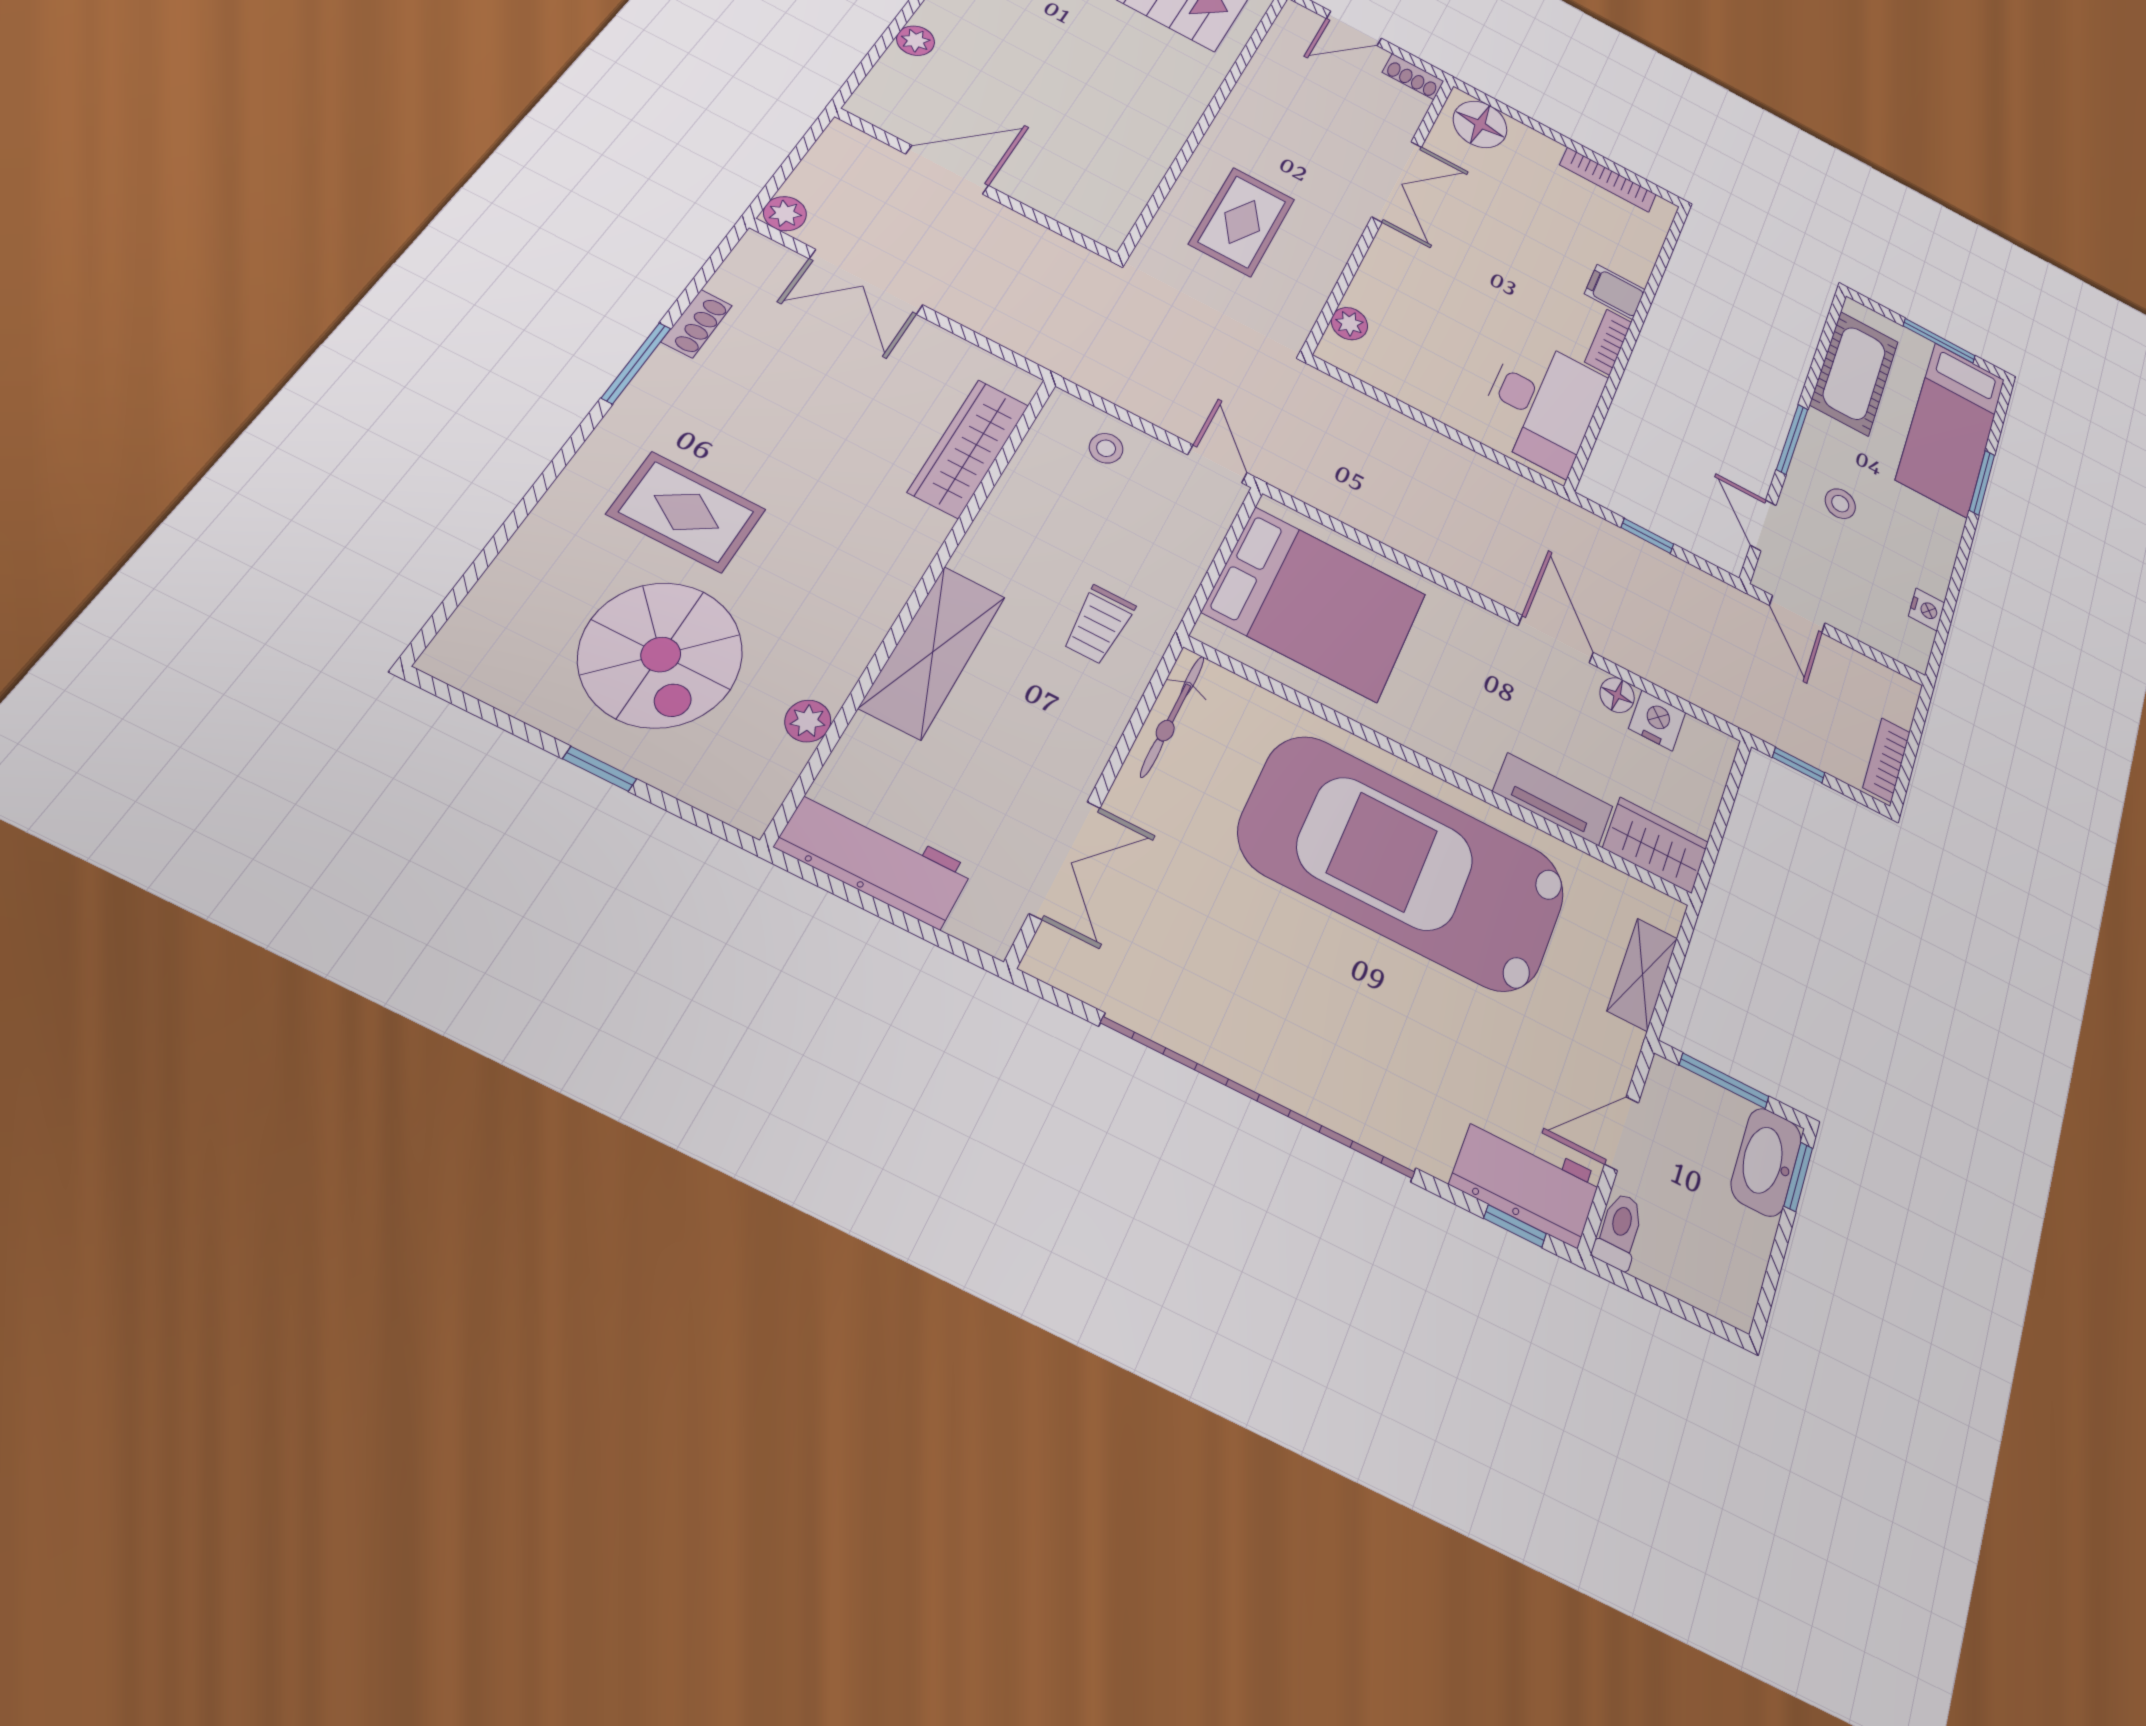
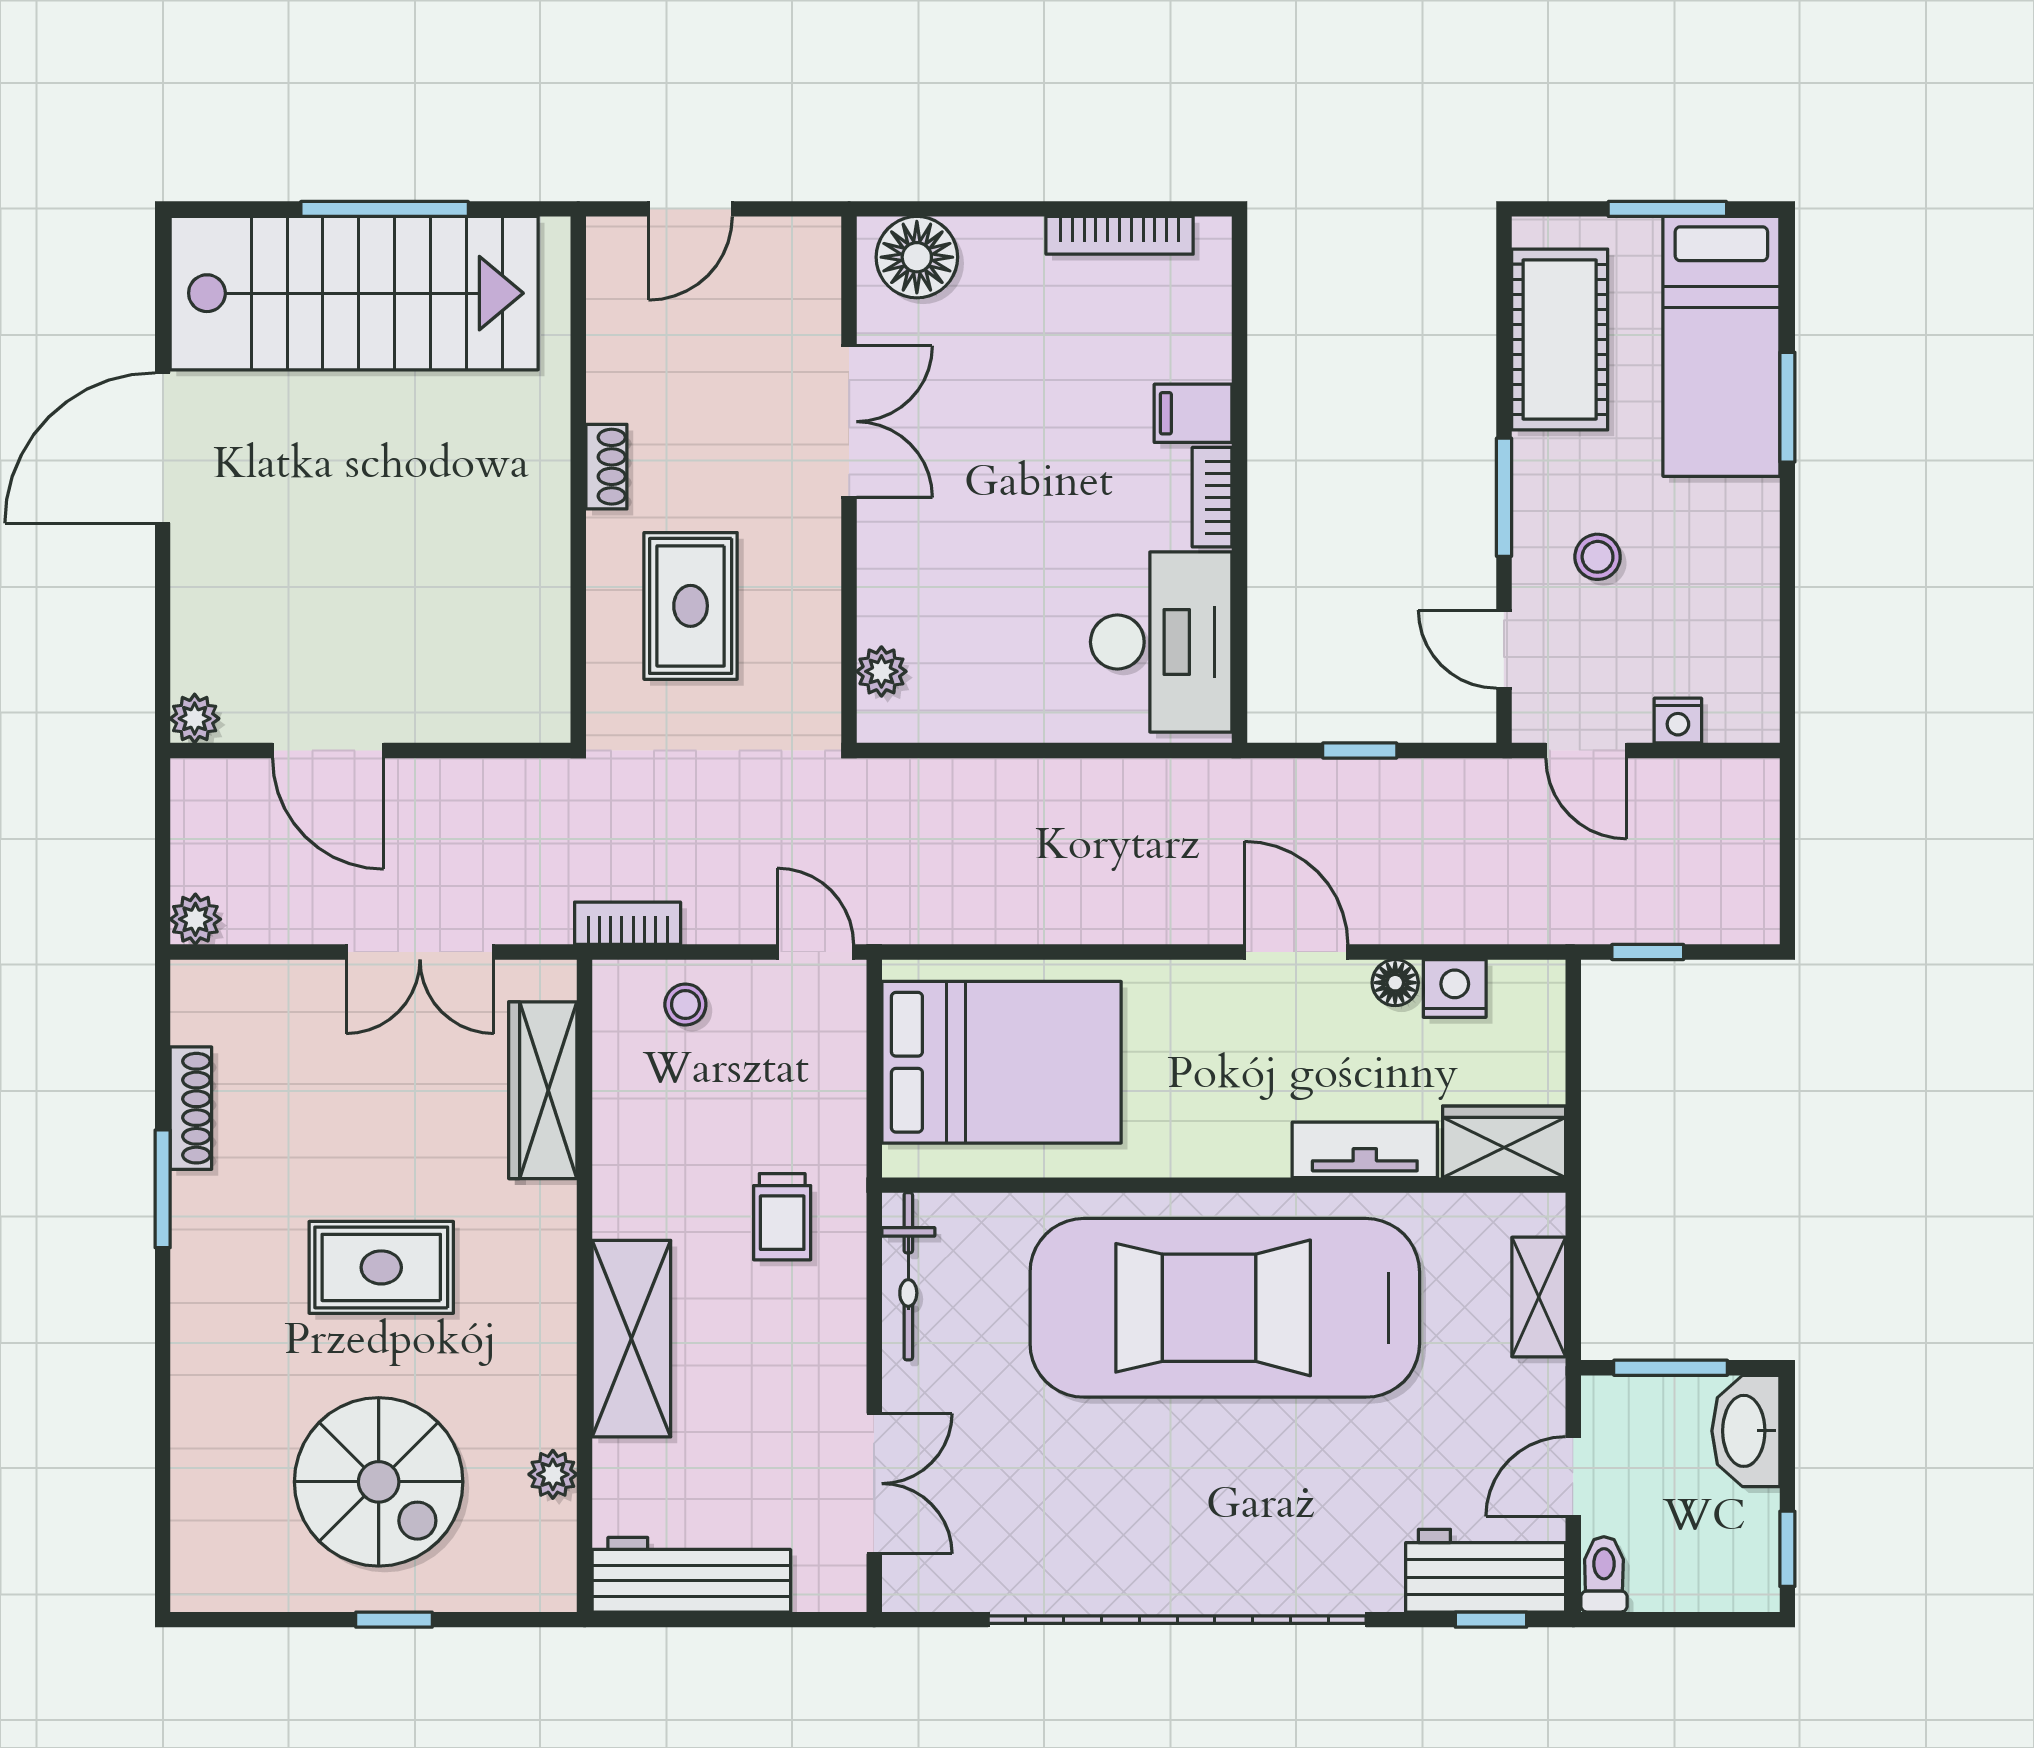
plant: (916, 41) -> (195, 719), moved
shoe rack: (1413, 77) -> (606, 467), moved, turned -90
door: (947, 170) -> (328, 751), swing flipped
double door: (866, 282) -> (420, 952), moved
shoe rack: (697, 324) -> (191, 1108), width x1.43
rug: (686, 512) -> (381, 1267), moved
nightstand: (1927, 610) -> (1678, 721), moved, turned 90
bookcase: (1887, 760) -> (628, 923), moved, turned 90
window: (1798, 1177) -> (1787, 1549), moved

